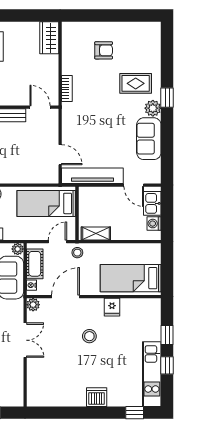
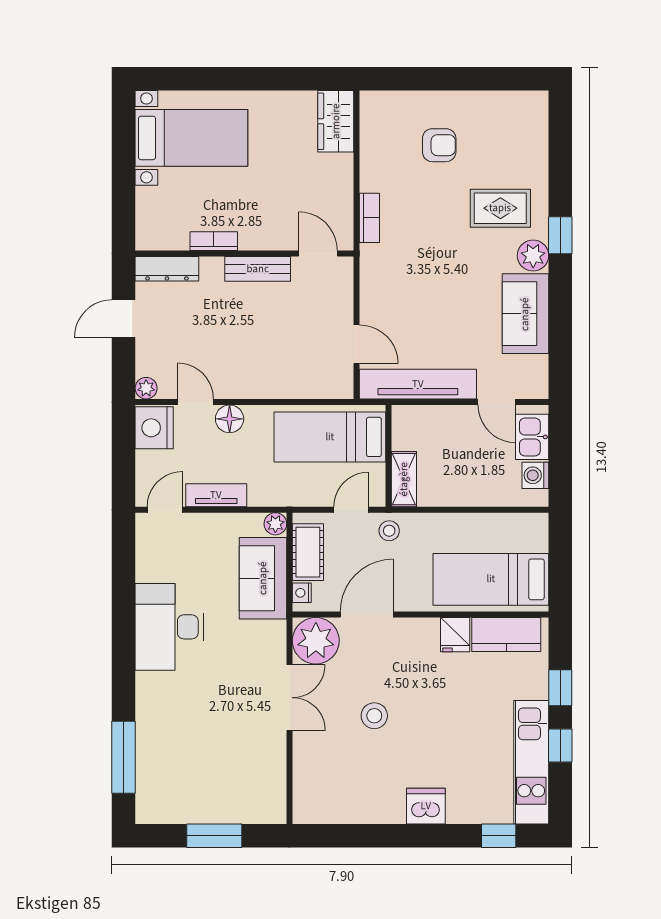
shelving: (96, 233) -> (404, 479), moved, turned 90
plant: (33, 305) -> (316, 641), width x1.88, depth x1.88
kitchen counter: (139, 307) -> (506, 635), added
stool: (89, 336) -> (374, 716), moved

